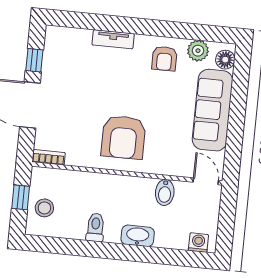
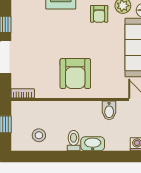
stool: (44, 208) -> (39, 135), moved
toilet: (95, 227) -> (74, 141), moved

